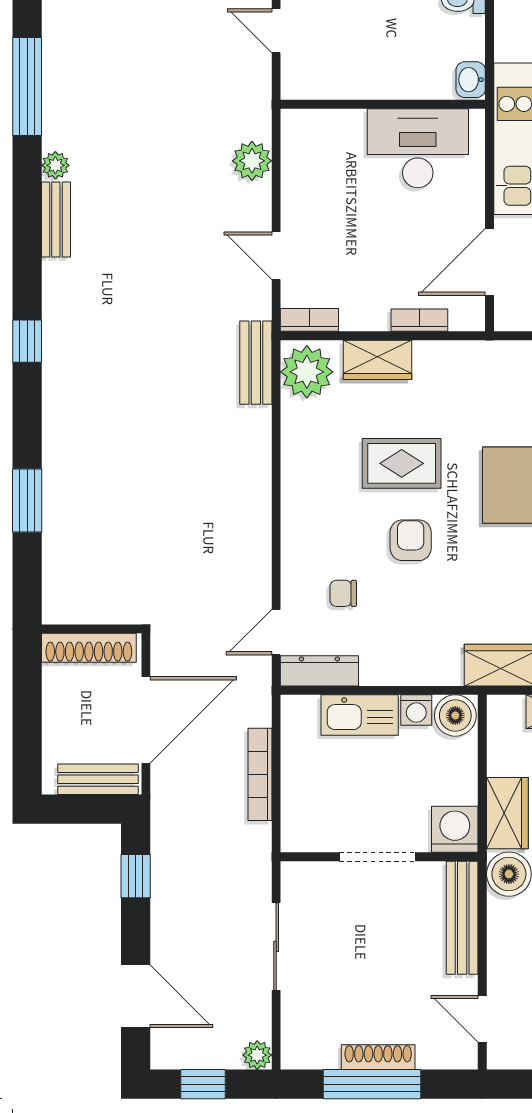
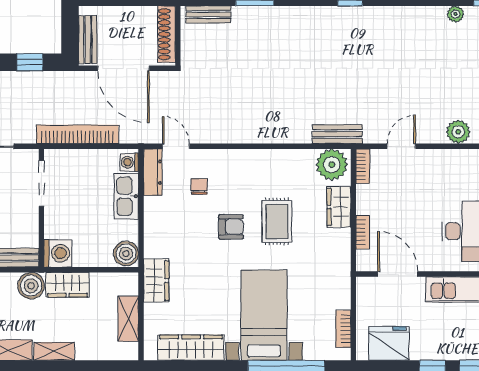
bench: (56, 220) -> (208, 14), moved
washing machine: (416, 710) -> (129, 162), moved
bookcase: (260, 774) -> (77, 134), width x1.48, depth x1.31
doorway: (378, 857) -> (41, 184), moved

